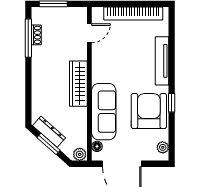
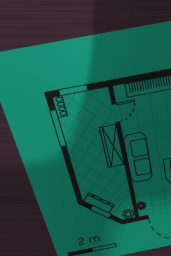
shoe rack: (36, 35) -> (60, 107), moved
wardrobe: (78, 84) -> (112, 146), moved
sofa: (104, 112) -> (138, 158), moved

